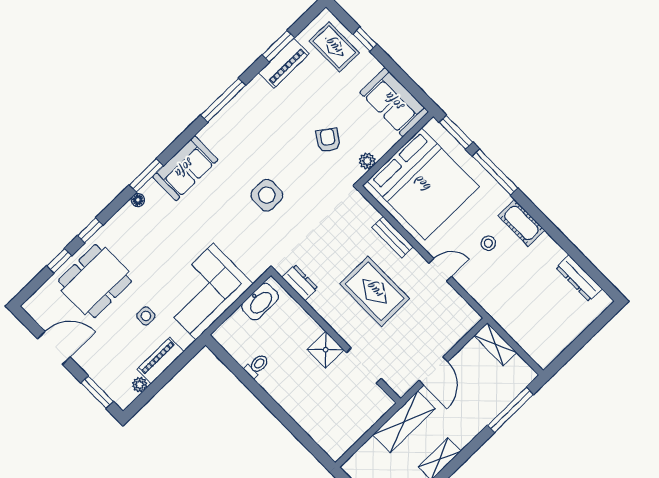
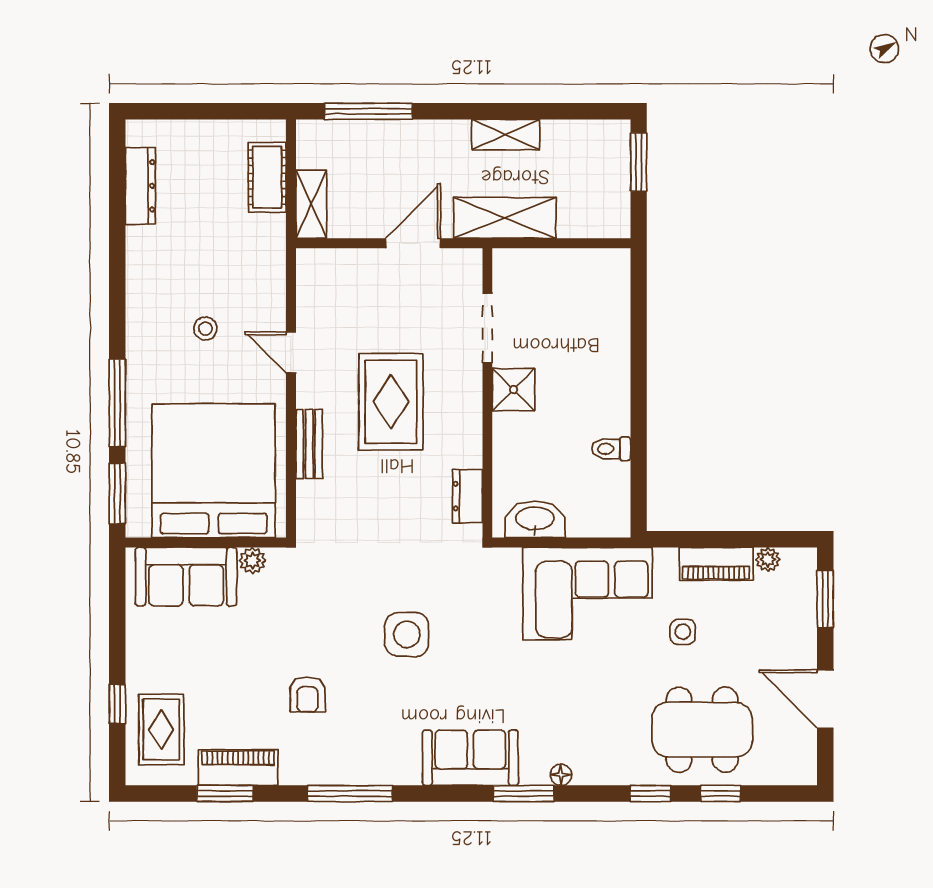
sofa: (394, 102) -> (186, 577), moved, turned 90
armchair: (328, 140) -> (308, 695), moved, turned -35
cot: (521, 223) -> (267, 177), moved

